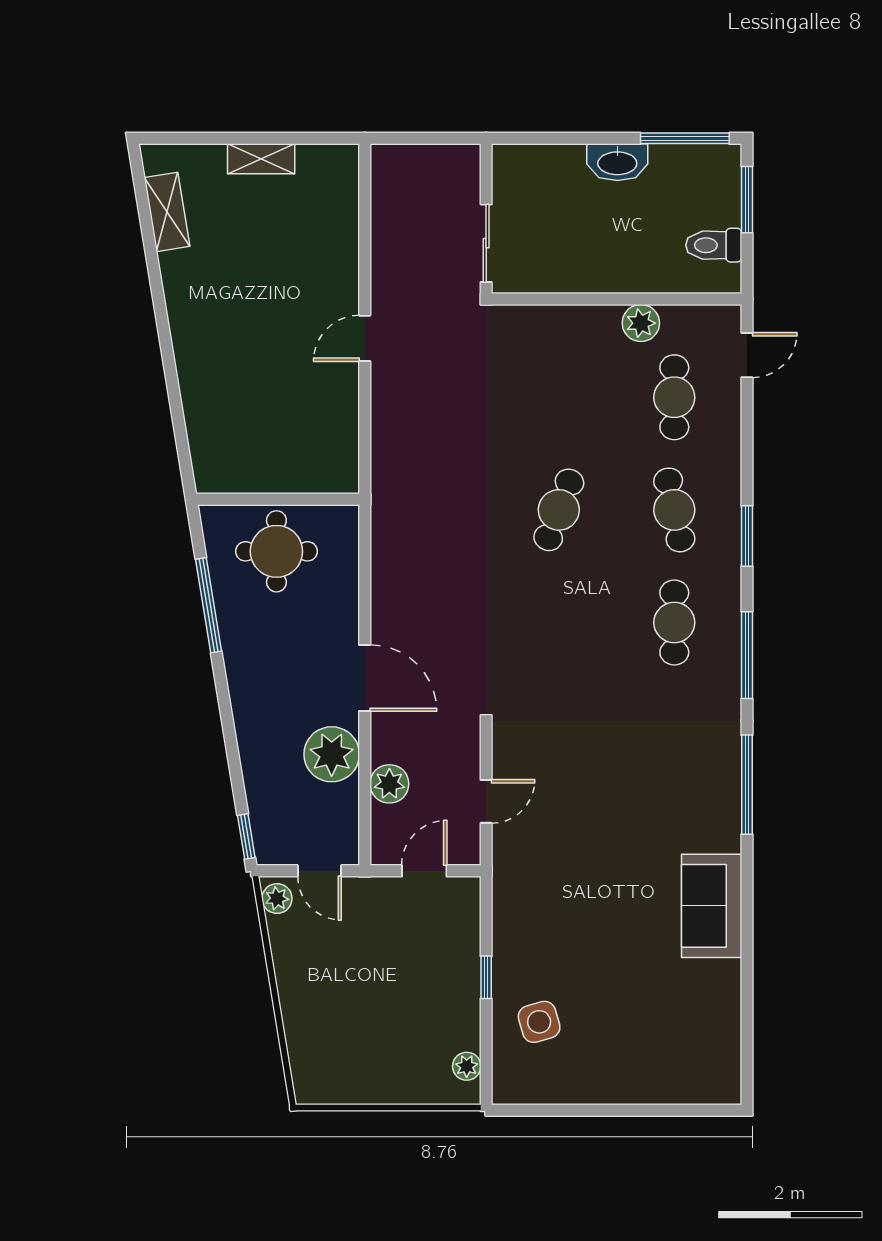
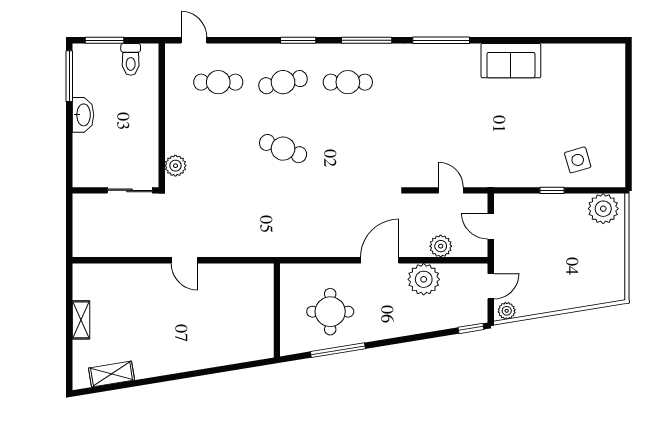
plant: (641, 323) -> (175, 166), moved
round table: (276, 551) -> (330, 312), moved
plant: (467, 1066) -> (603, 209), width x1.88, depth x1.88

